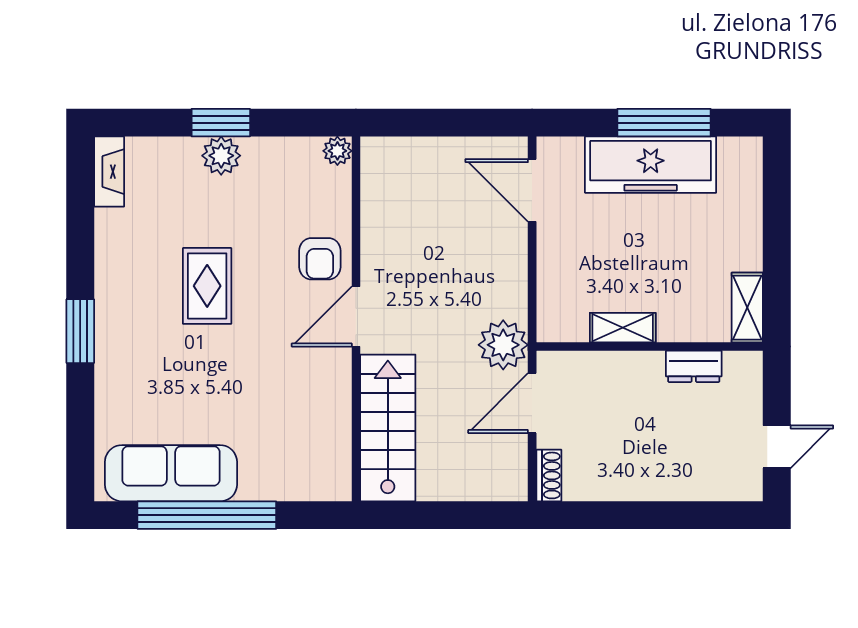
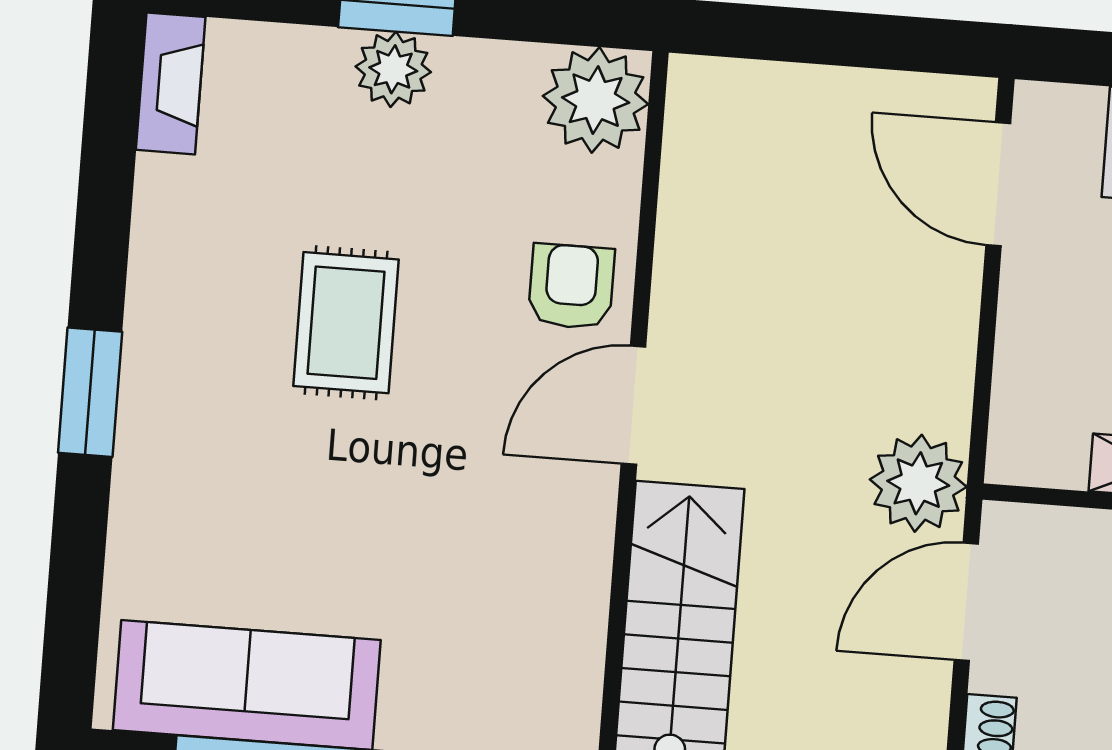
plant: (337, 151) -> (596, 100), width x1.87, depth x1.87
armchair: (320, 259) -> (571, 286), turned 180

